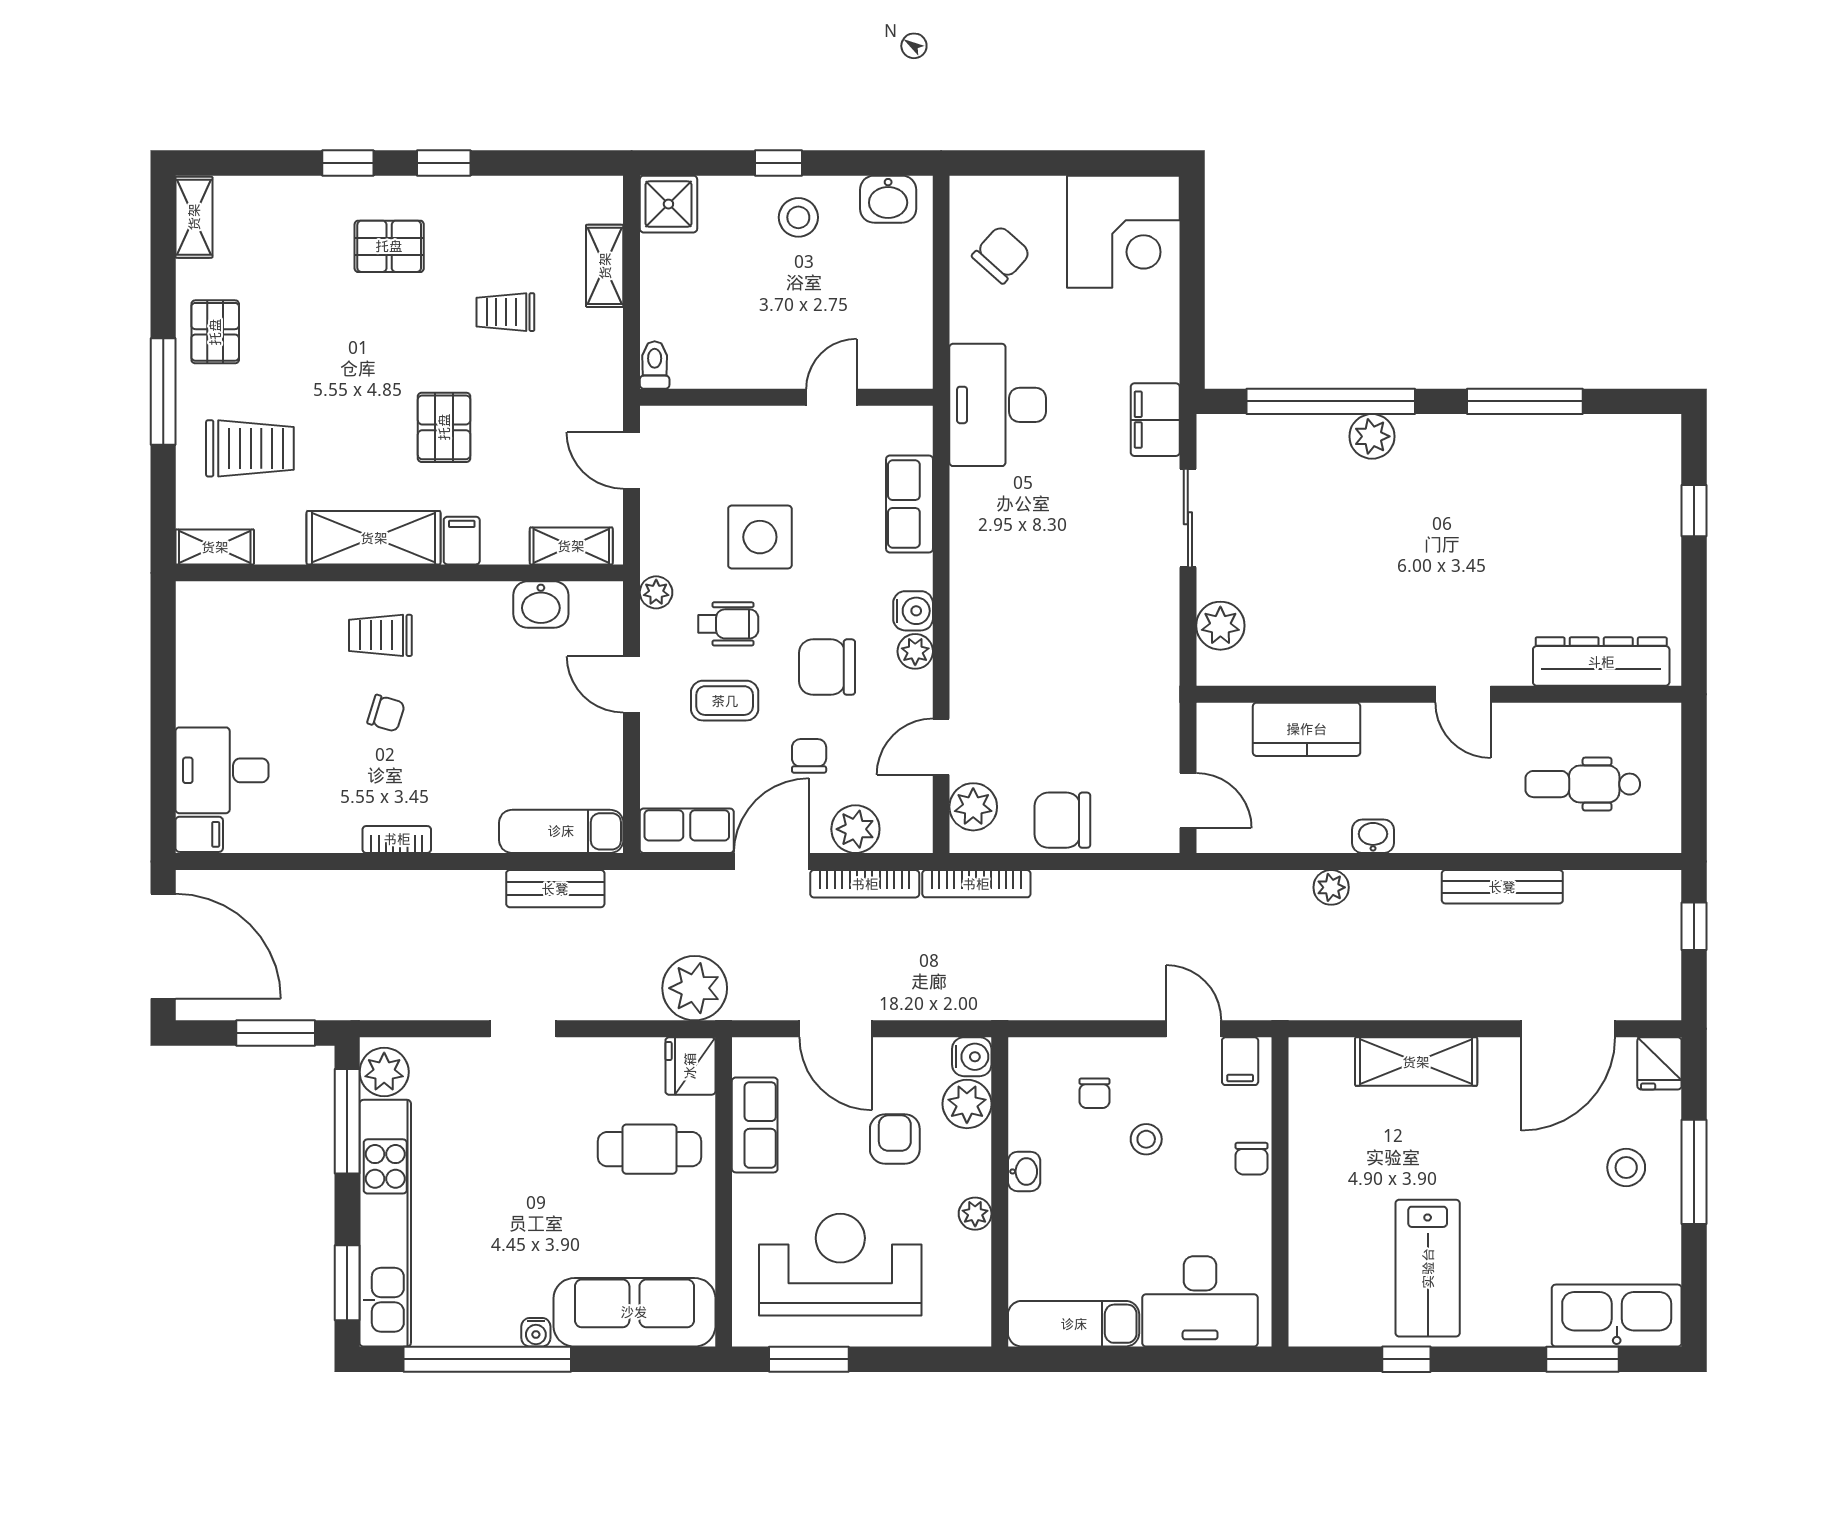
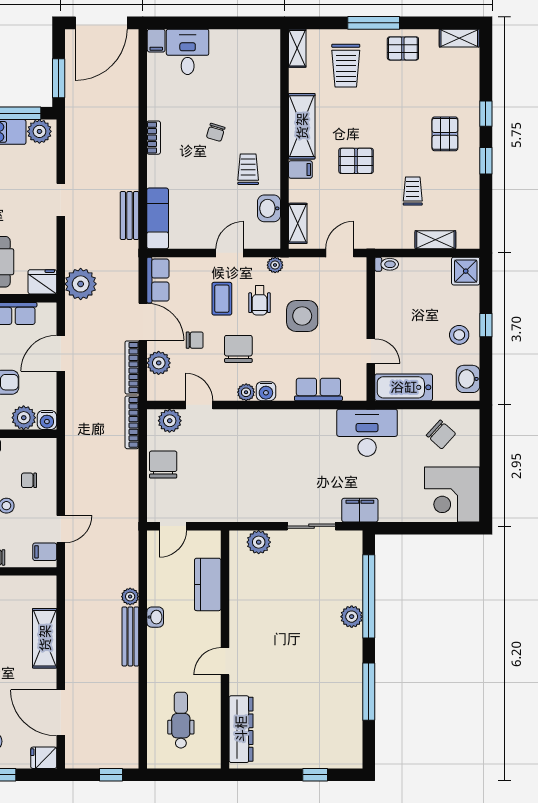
bathtub: (905, 330) -> (404, 387), added
trolley: (380, 635) -> (248, 169), moved
bench: (1502, 887) -> (130, 636), moved

